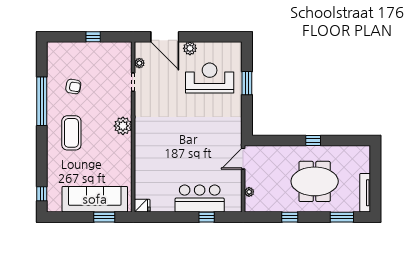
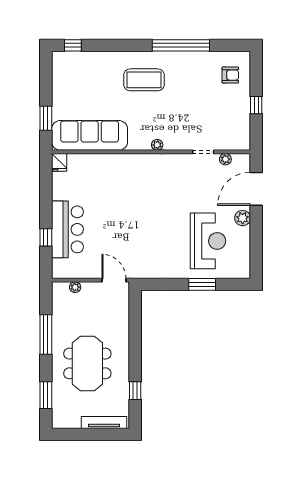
armchair: (73, 87) -> (230, 75), moved, turned -100
plant: (123, 126) -> (157, 145), width x0.53, depth x0.53
window: (313, 140) -> (135, 391), moved
tv unit: (365, 193) -> (104, 422), moved
sofa: (95, 199) -> (90, 135), moved, turned -90
window: (290, 217) -> (46, 335), width x2.17

